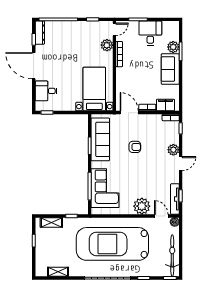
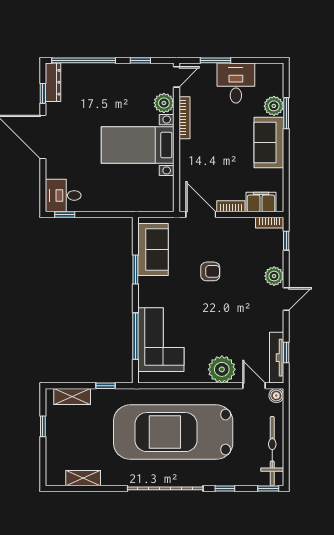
bed with nightstands: (94, 89) -> (138, 145), moved, turned -90
desk: (46, 91) -> (63, 195), moved
sofa: (100, 139) -> (153, 249), width x0.73

